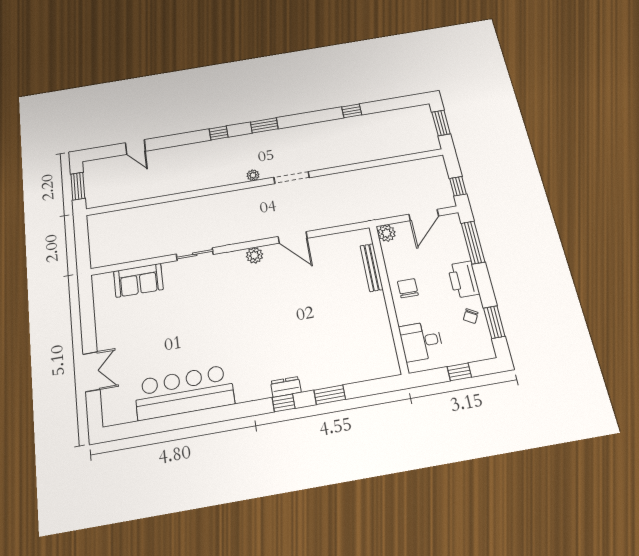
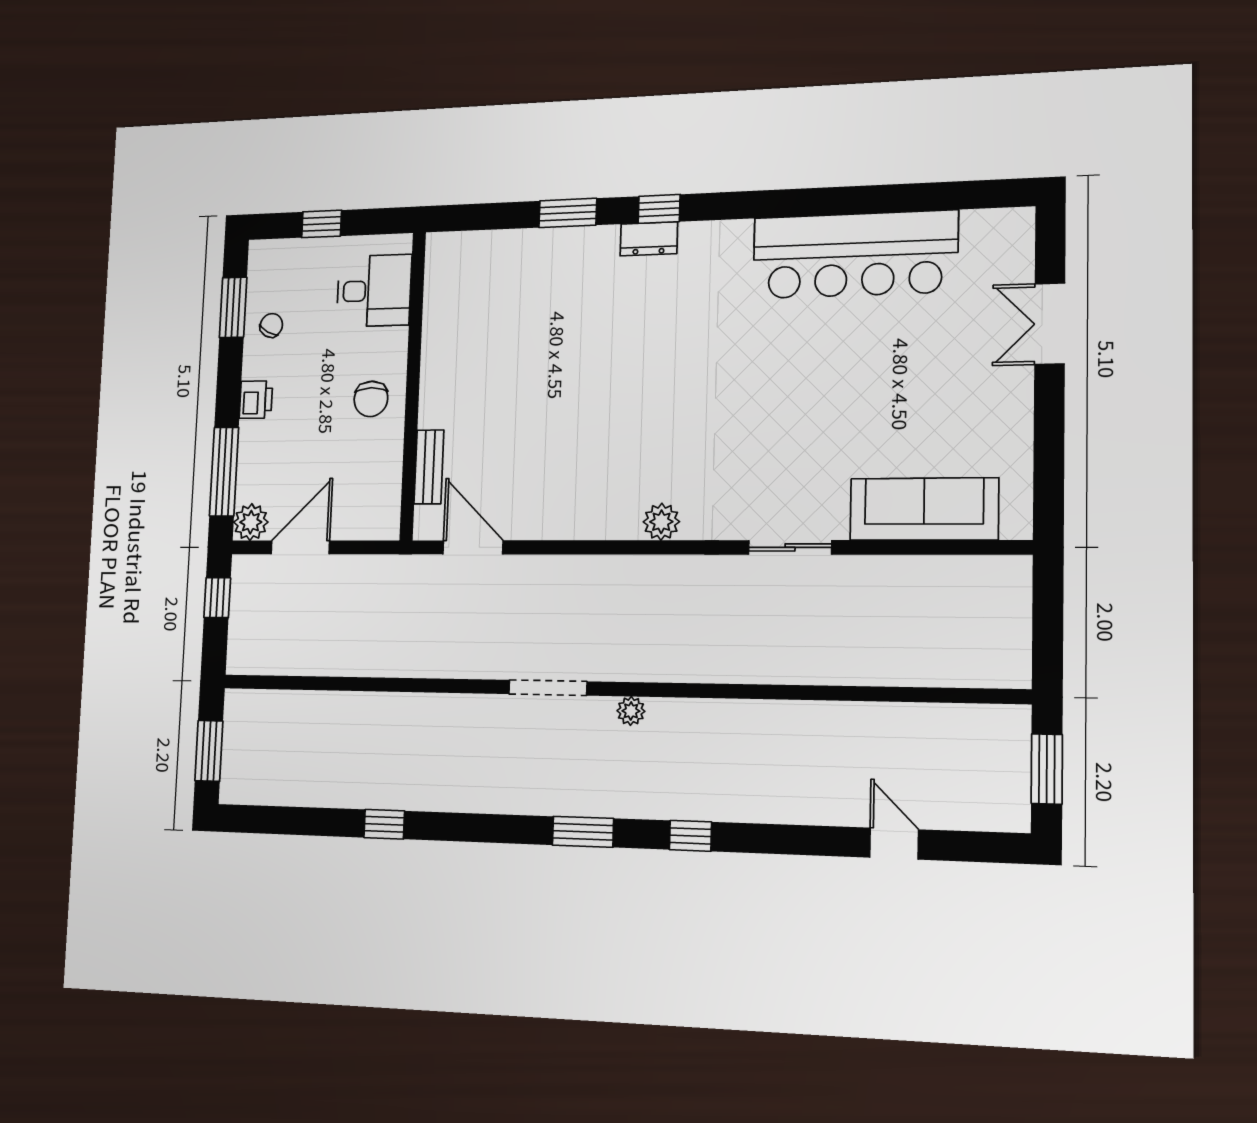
plant: (386, 233) -> (251, 522), moved
door: (293, 237) -> (473, 547), moved
bench: (372, 267) -> (429, 467), width x0.73
printer: (463, 279) -> (256, 400), width x0.53, depth x0.68
sofa: (138, 280) -> (924, 509), width x1.36

